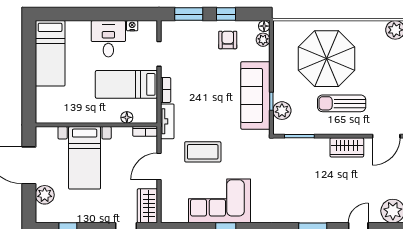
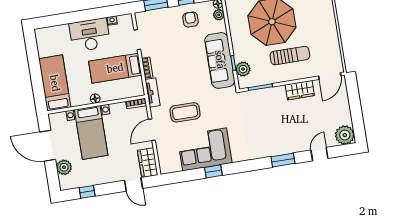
desk: (108, 39) -> (90, 35), width x1.37
bed: (50, 53) -> (55, 83), moved, turned 180
sun lounger: (342, 103) -> (290, 56), turned 180
floor lamp: (127, 117) -> (95, 99), moved

